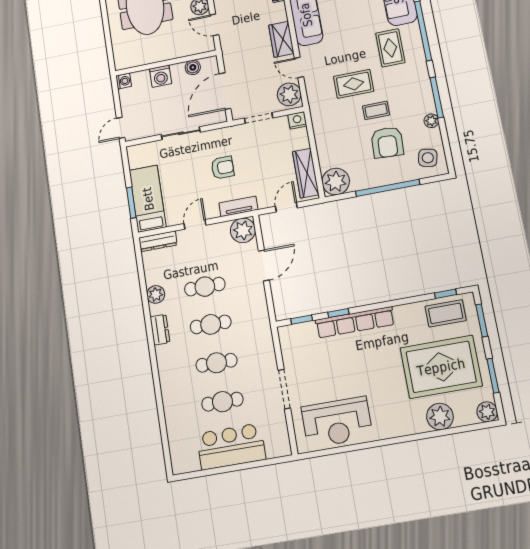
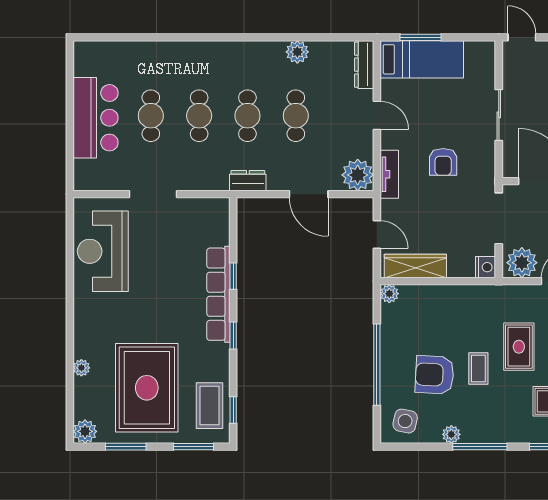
doorway: (259, 118) -> (499, 218), width x1.38
plant: (336, 181) -> (389, 294), width x0.53, depth x0.53
window: (302, 320) -> (233, 336), moved
dresser: (160, 330) -> (248, 181), moved, turned 180
plant: (440, 417) -> (81, 368), width x0.53, depth x0.53

